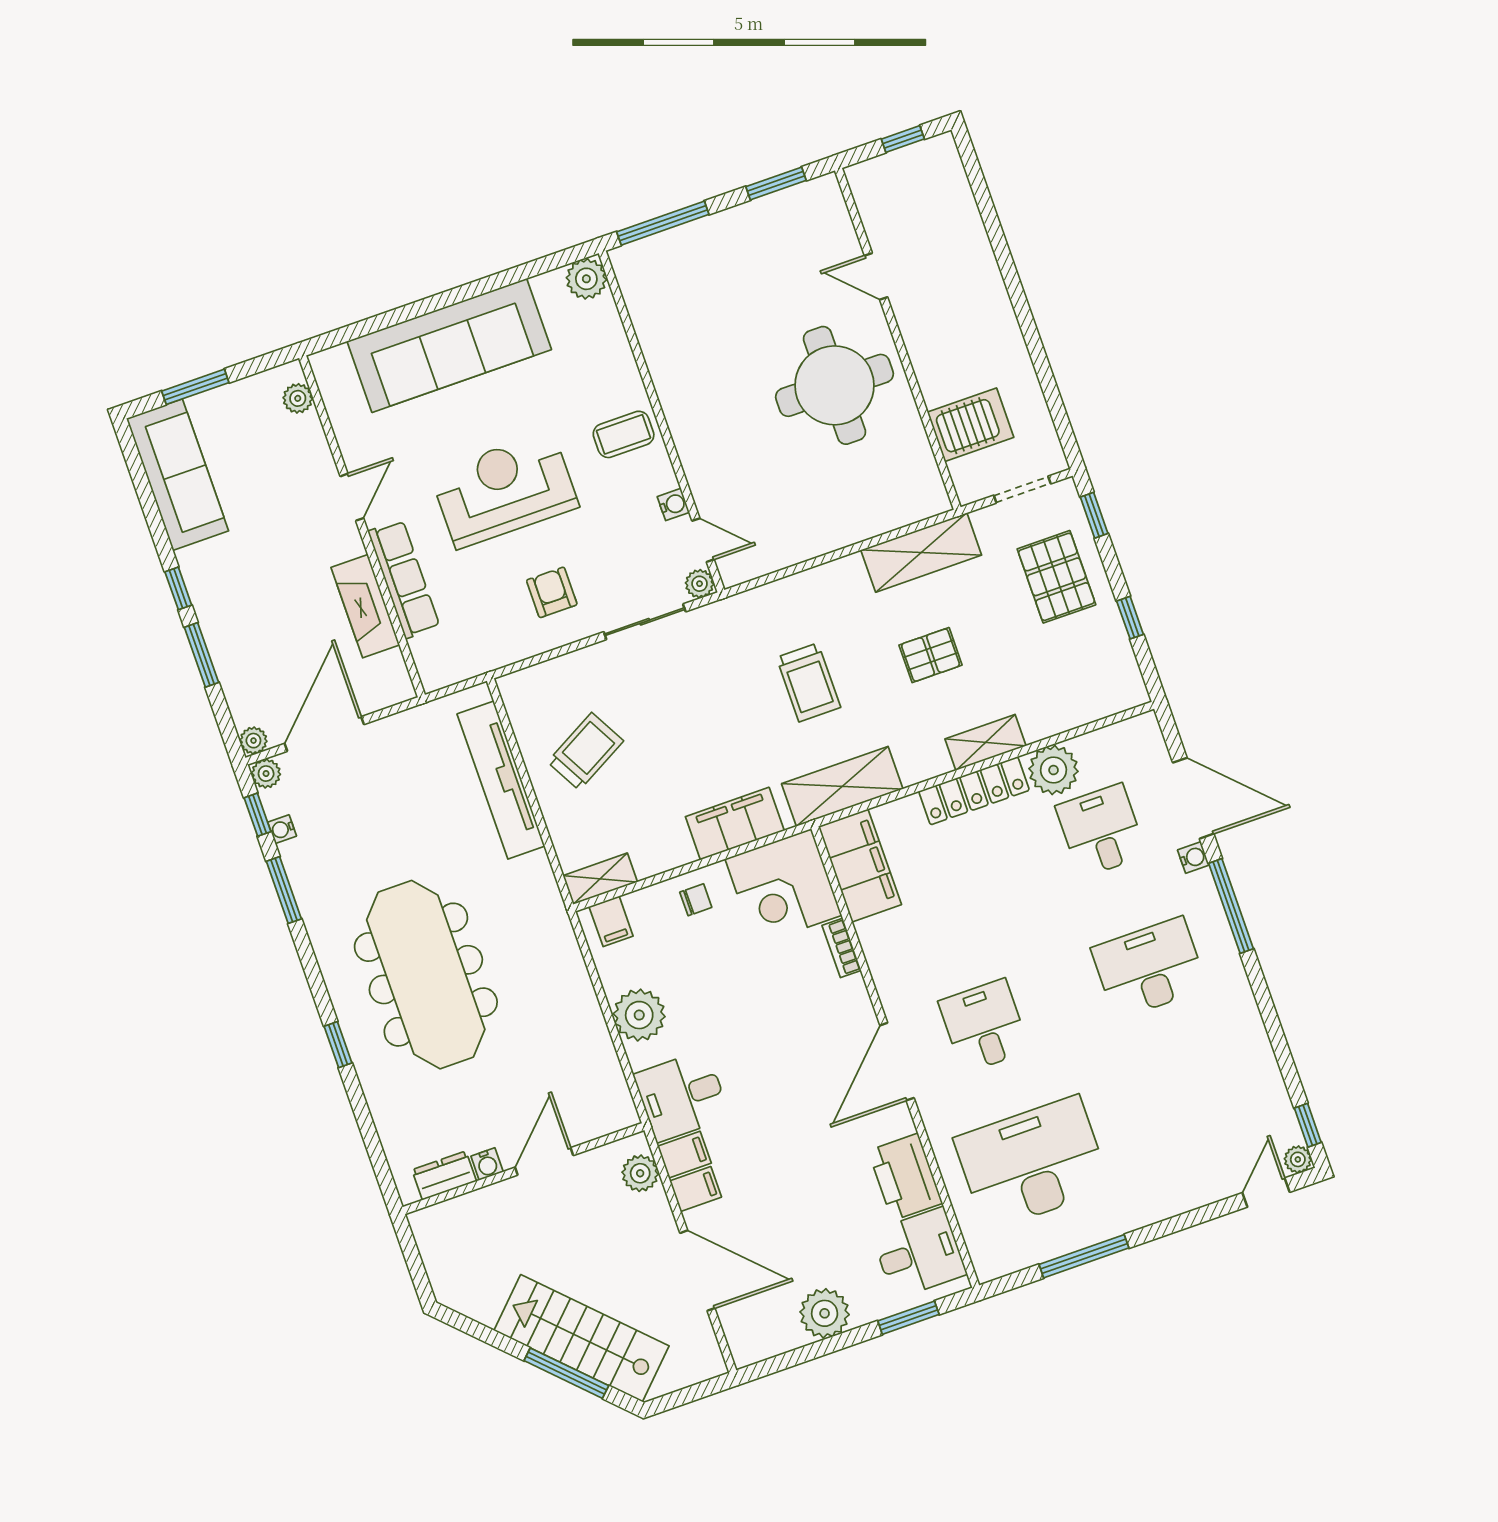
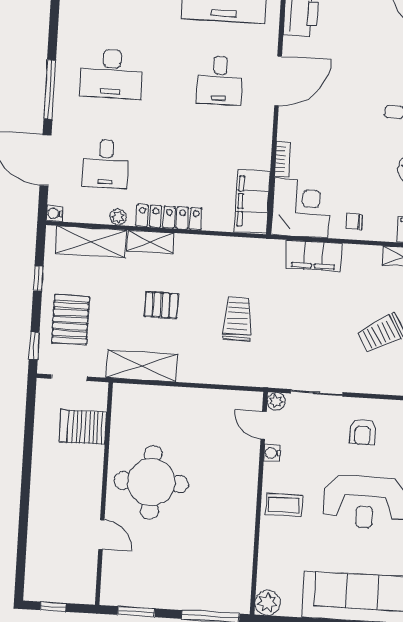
plant: (1054, 770) -> (118, 217), width x0.53, depth x0.53
shelving: (842, 786) -> (91, 242), moved
water cooler: (1193, 858) -> (54, 214), moved

